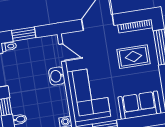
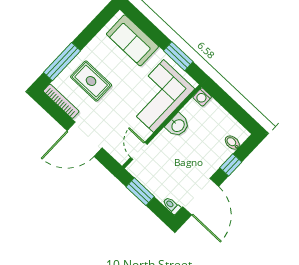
window: (24, 34) -> (140, 192), moved
washbasin: (57, 76) -> (178, 125), moved

